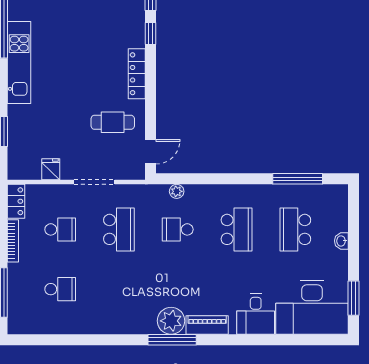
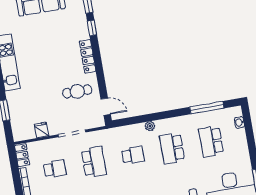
door: (150, 152) -> (106, 107), hinge flipped
plant: (177, 191) -> (150, 126), moved
school desk: (178, 229) -> (133, 155), turned 180
school desk: (237, 229) -> (172, 148), turned 180
washbasin: (341, 241) -> (239, 122), moved

